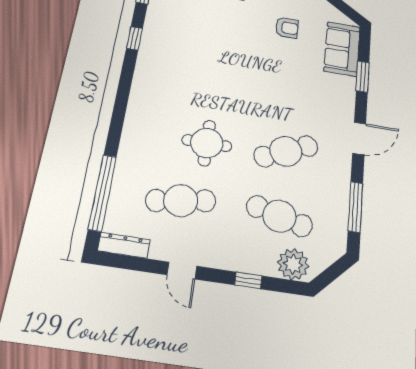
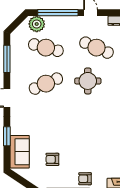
cafe table: (181, 201) -> (96, 48), turned 33
window: (248, 280) -> (58, 13), width x3.17

